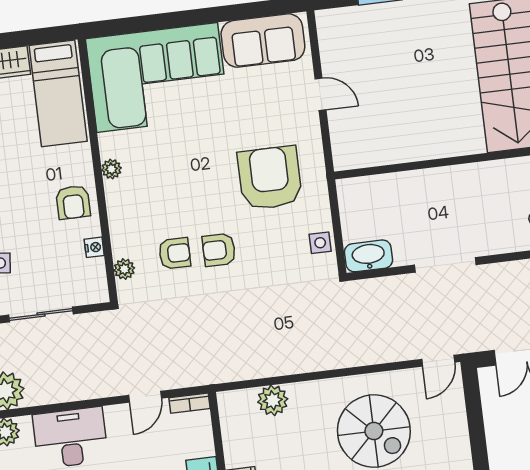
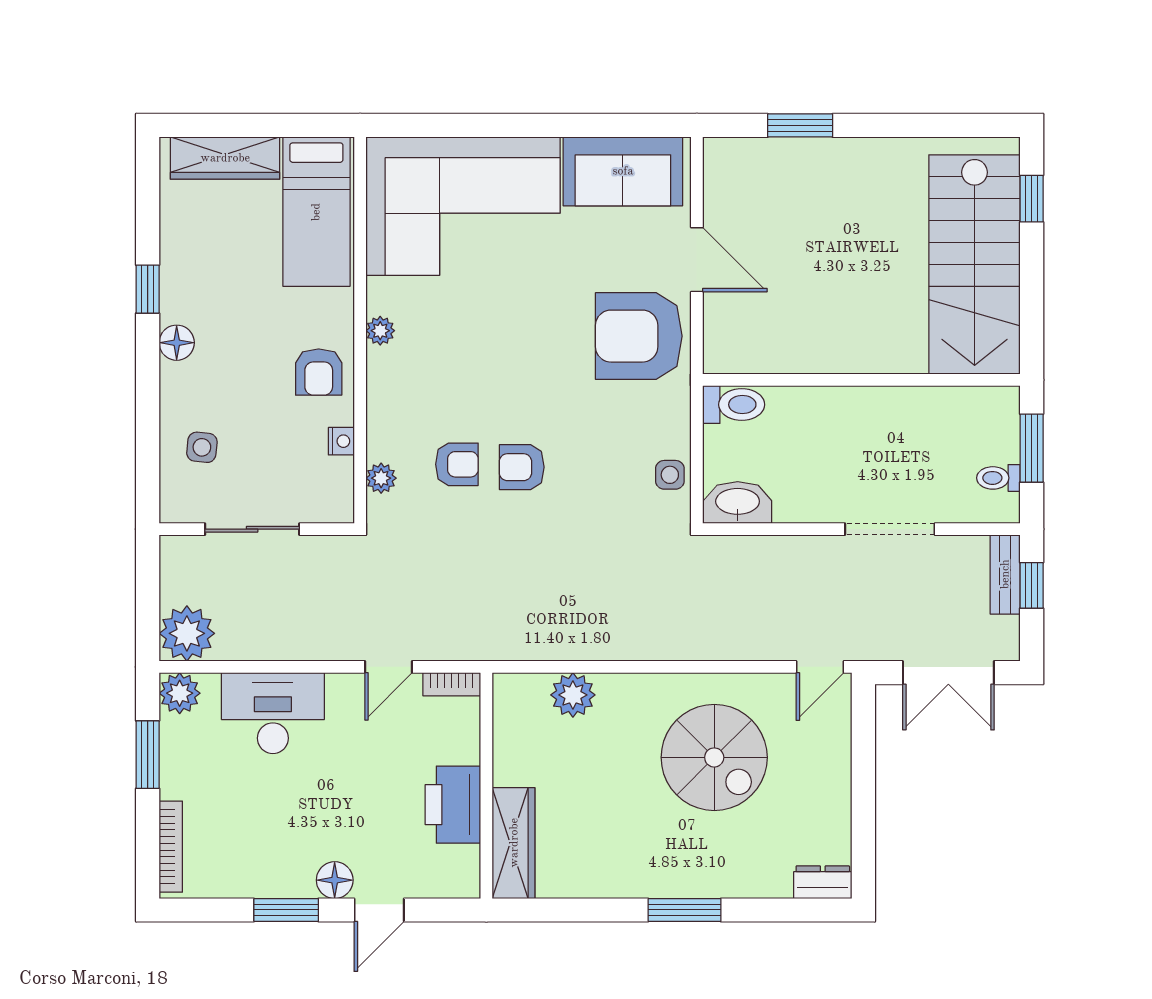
door: (321, 94) -> (697, 260), width x1.38
armchair: (270, 178) -> (639, 336), moved, turned -90
toilet: (358, 190) -> (734, 405), added
doorway: (445, 265) -> (890, 529), moved

